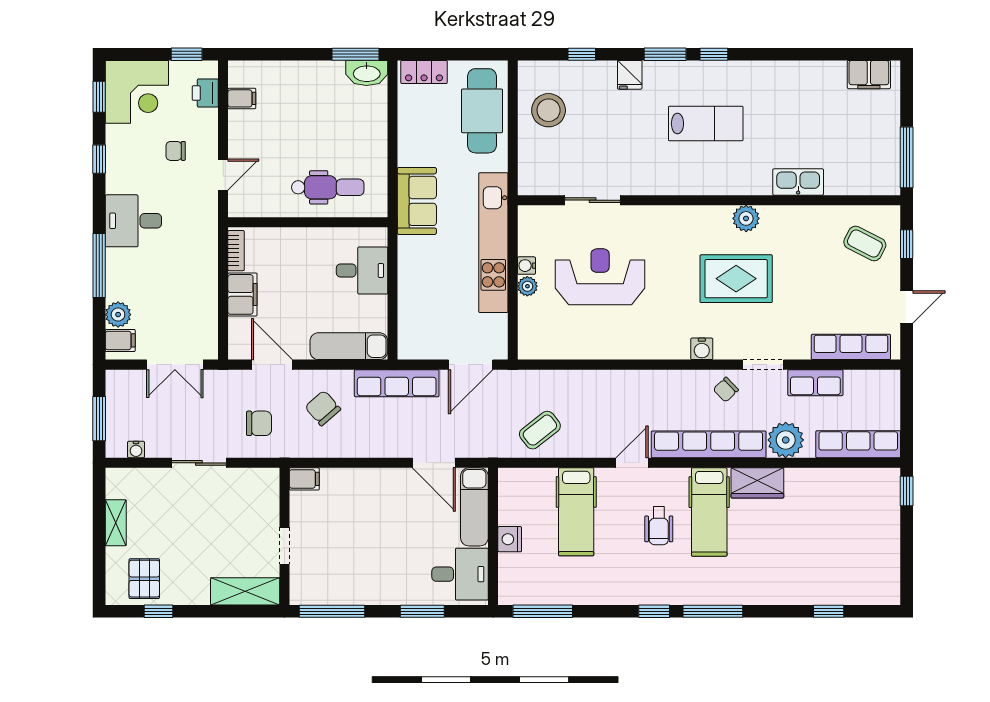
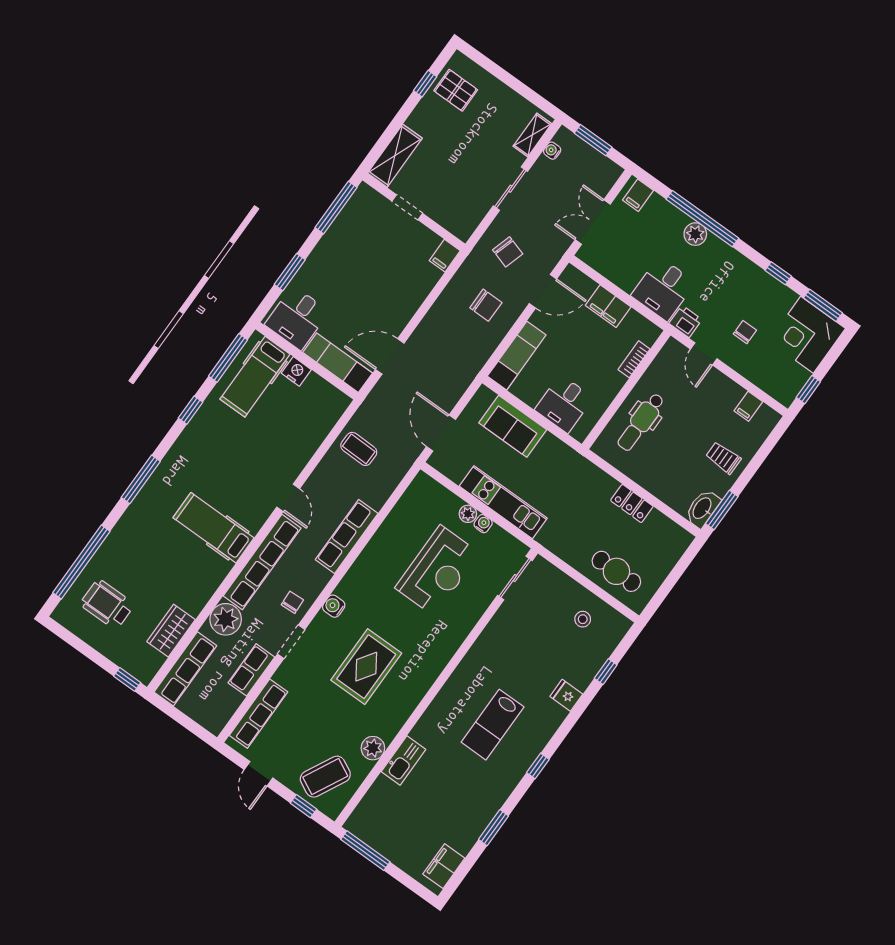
window: (665, 54) -> (494, 828), moved
locker: (424, 72) -> (632, 503), moved, turned -90
trolley: (306, 87) -> (723, 458), added
printer: (205, 93) -> (686, 321), moved
window: (99, 97) -> (823, 305), width x1.50
stool: (549, 110) -> (583, 619), width x0.53, depth x0.53
cafe table: (482, 111) -> (616, 571), width x0.73, depth x0.74
sliding door: (593, 200) -> (515, 578), moved
sofa: (417, 201) -> (513, 426), moved
plant: (746, 218) -> (373, 748), moved
desk: (133, 221) -> (663, 289), moved, turned 180
kitchen unit: (493, 243) -> (503, 502), width x0.73
coffee table: (865, 243) -> (325, 777), width x1.36, depth x1.30
bookcase: (236, 251) -> (634, 359), moved, turned 90
window: (99, 265) -> (702, 219), width x1.46
plant: (118, 315) -> (695, 234), moved
row of seats: (397, 383) -> (347, 536), moved
chair: (726, 390) -> (292, 602), turned 41
chair: (323, 408) -> (486, 305), turned 41
chair: (259, 423) -> (508, 252), turned -73
coffee table: (540, 430) -> (359, 449), turned -51
wardrobe: (757, 483) -> (171, 631), moved
hospital bed: (576, 512) -> (255, 377), moved, turned -90
shelving: (116, 523) -> (532, 135), moved, turned 90
wheelchair: (659, 526) -> (107, 604), moved, width x1.36, depth x1.37
window: (654, 611) -> (191, 410), moved
window: (829, 611) -> (81, 562), width x3.17

